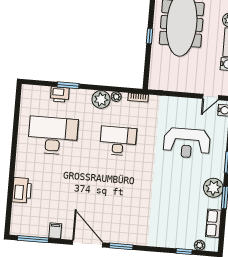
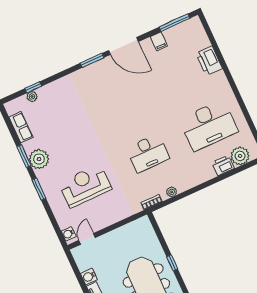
window: (68, 85) -> (220, 178), removed
plant: (101, 99) -> (240, 156), moved
plant: (200, 245) -> (32, 96), moved

